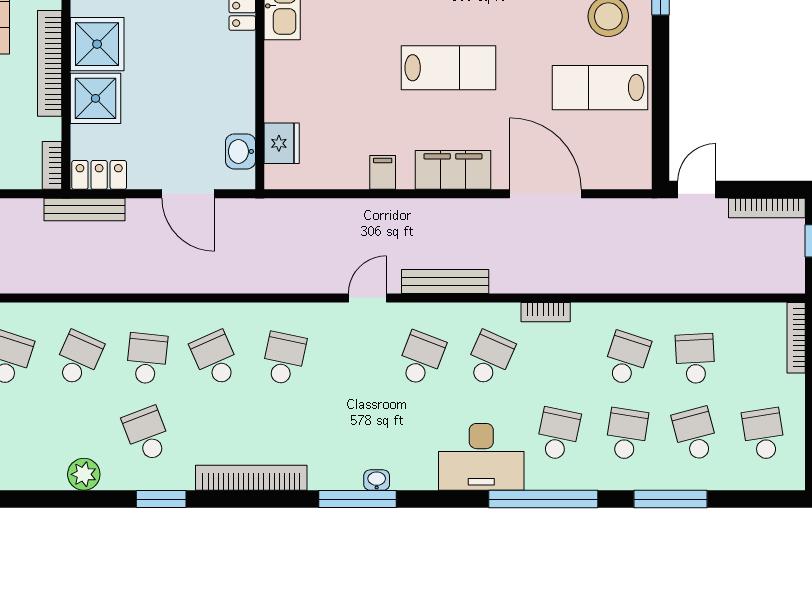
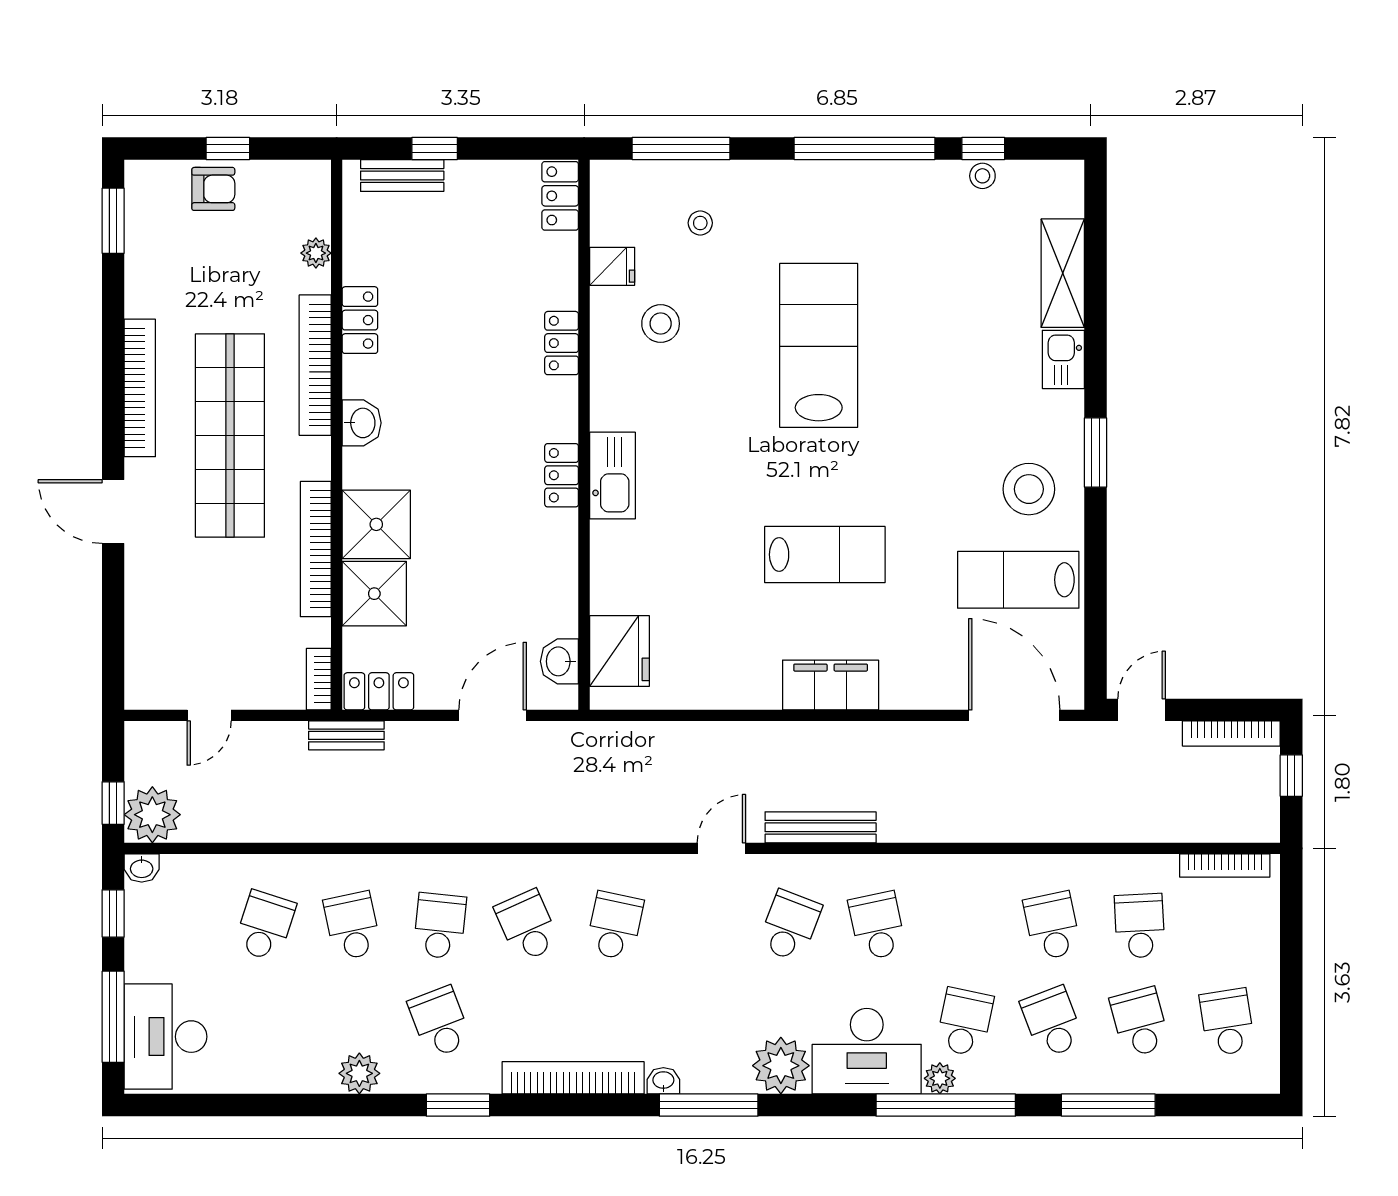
fridge: (282, 143) -> (619, 651), width x1.36, depth x1.34
filing cabinet: (383, 172) -> (741, 688), removed
door: (188, 194) -> (493, 715), swing flipped
door: (545, 194) -> (1014, 715), moved
bench: (84, 209) -> (346, 735), width x0.73
bookcase: (546, 312) -> (949, 866), removed
bookcase: (796, 338) -> (1225, 865), moved, turned -90
school desk: (78, 359) -> (352, 926), turned -36
school desk: (489, 359) -> (877, 926), turned -36
school desk: (627, 359) -> (1052, 926), turned -30
school desk: (627, 434) -> (1052, 1022), turned -30
plant: (414, 468) -> (781, 1066), added
plant: (539, 478) -> (940, 1078), added
washbasin: (377, 480) -> (663, 1081), moved

